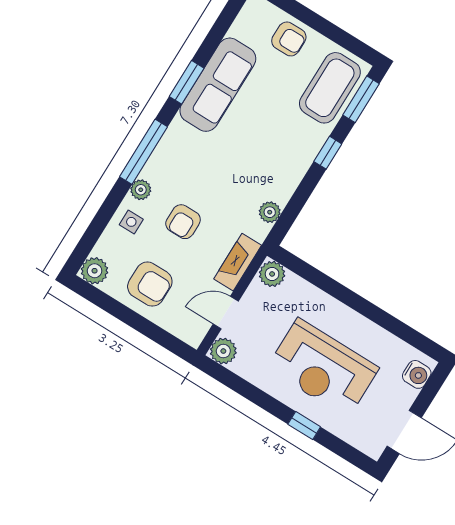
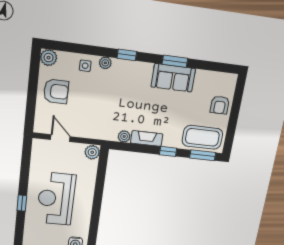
sofa: (218, 85) -> (173, 78), width x0.73
window: (144, 152) -> (127, 55), width x0.46
armchair: (183, 222) -> (98, 94), removed
fireplace: (238, 262) -> (147, 138), moved
armchair: (150, 284) -> (56, 91), turned -90
plant: (223, 351) -> (39, 146), removed

